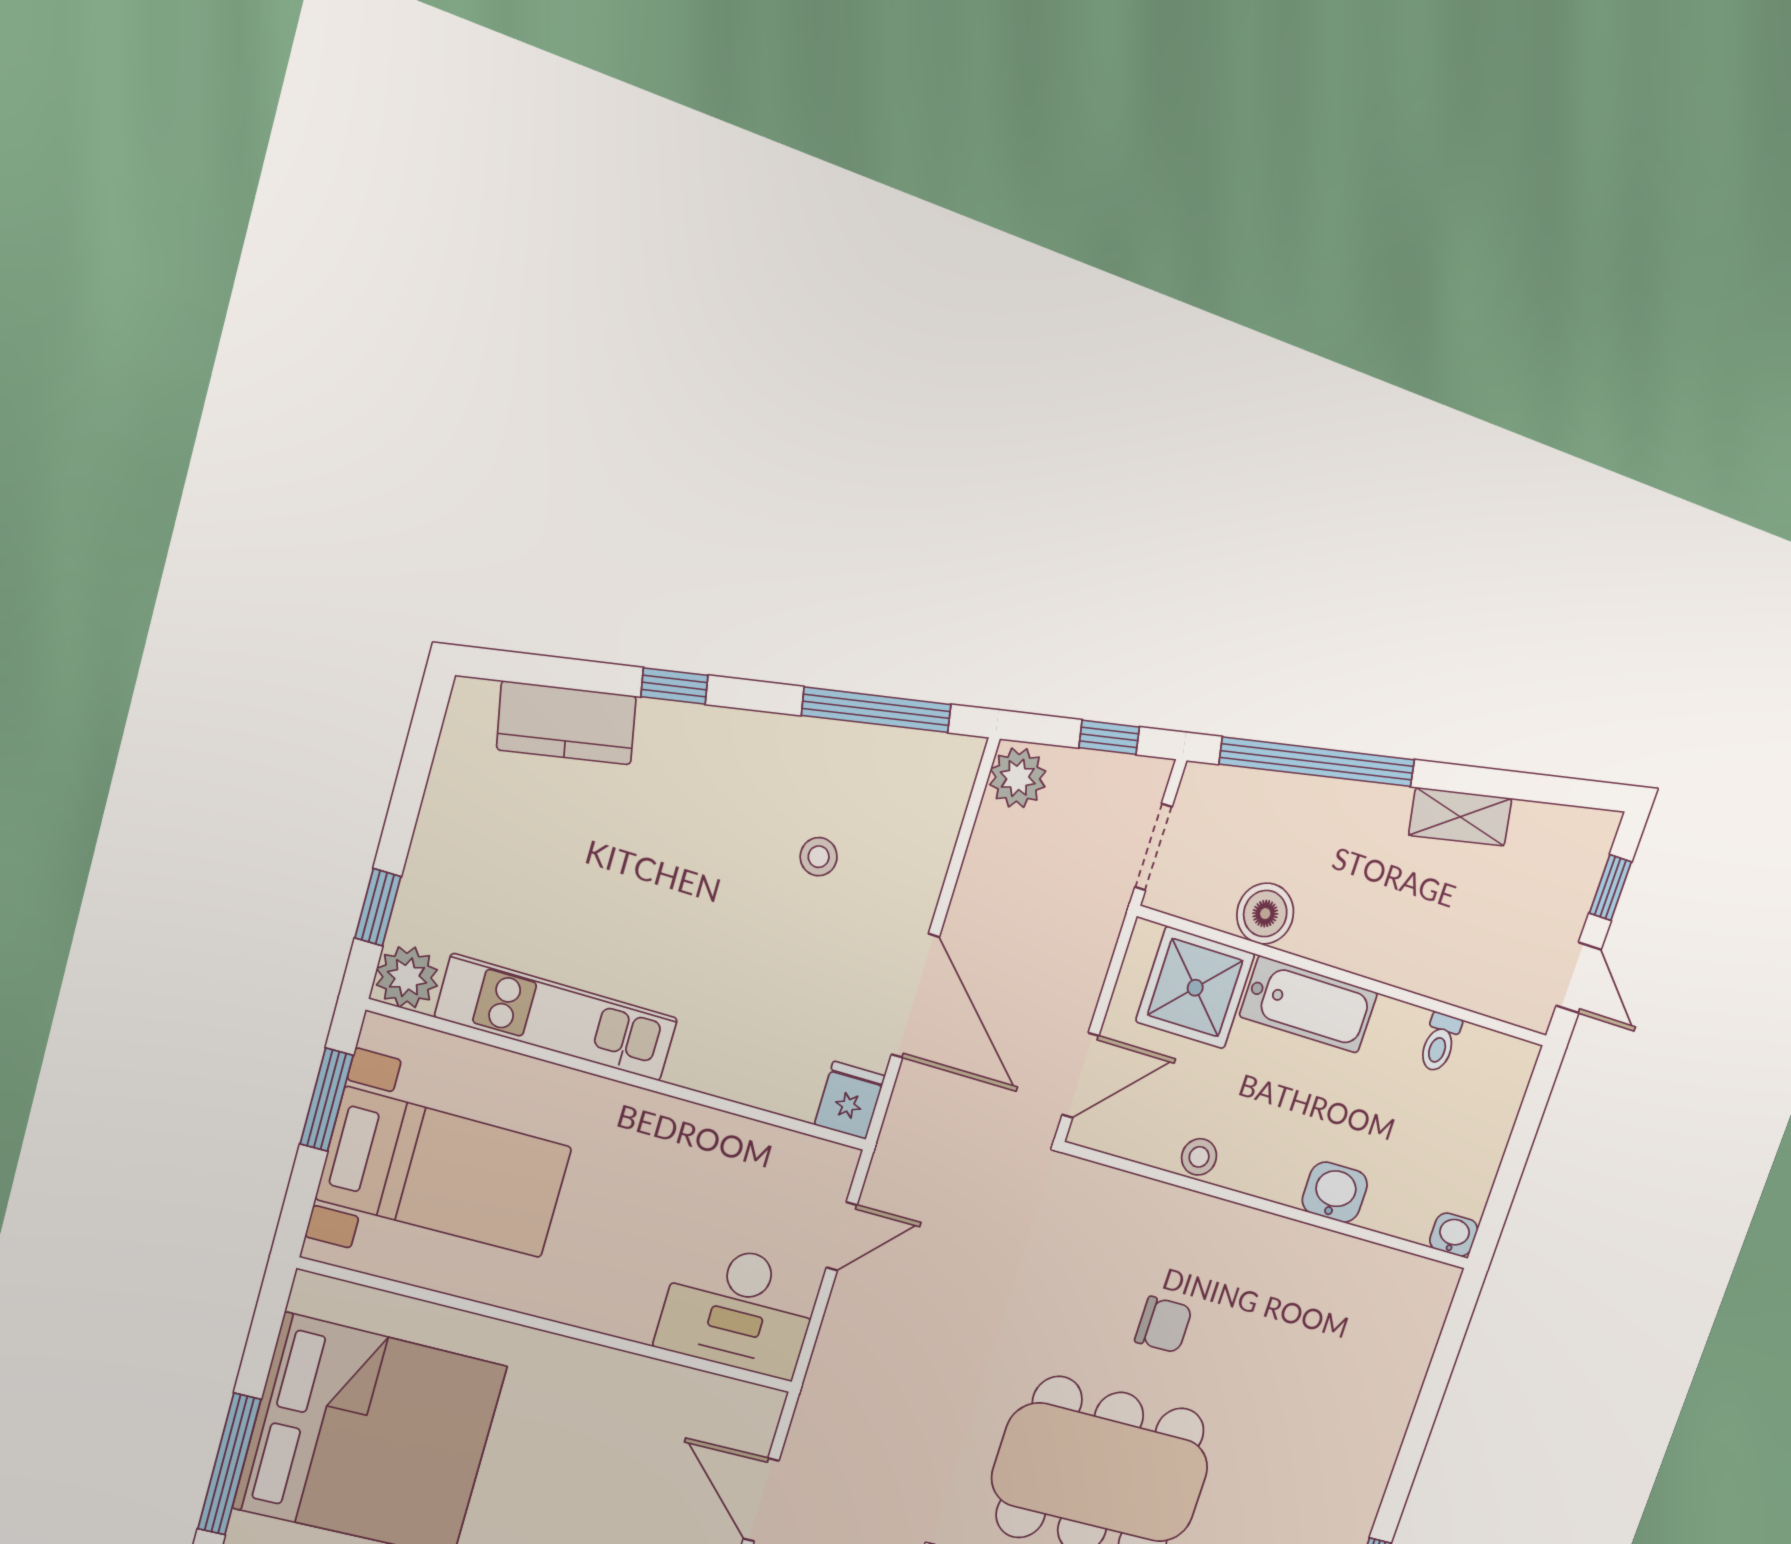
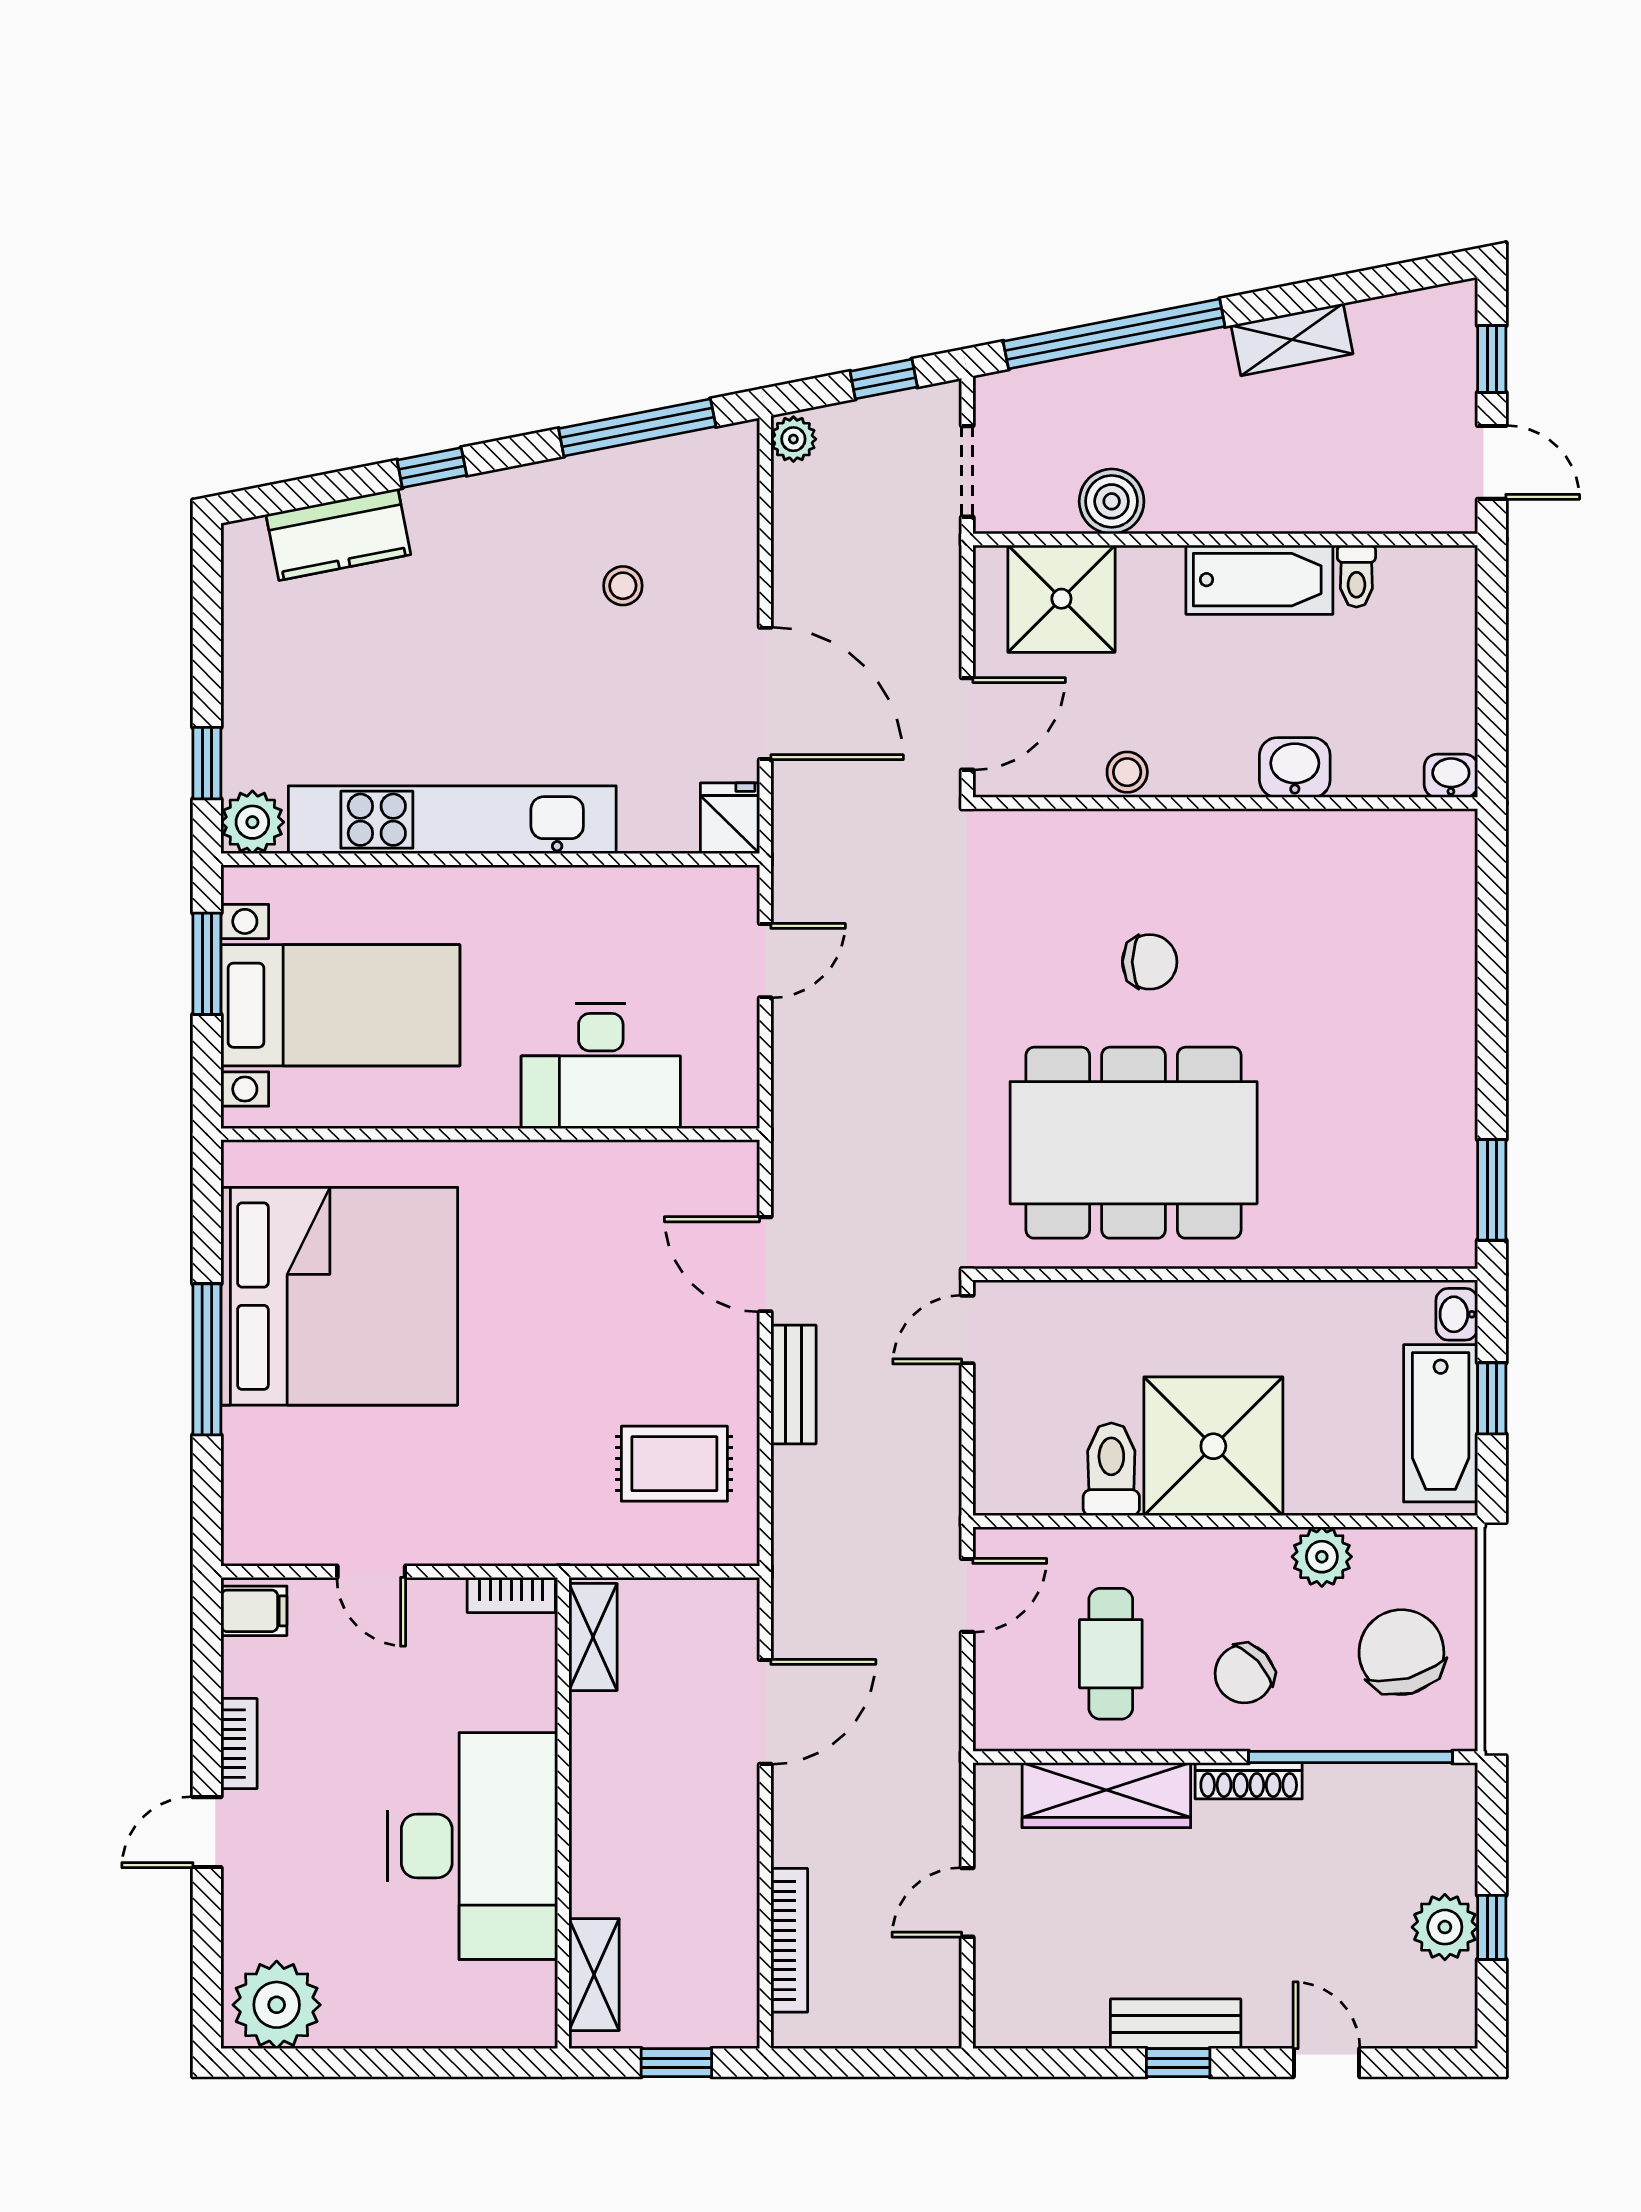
plant: (1018, 778) -> (793, 439), width x0.73, depth x0.73
bathtub: (1309, 1005) -> (1259, 580), moved
kitchen unit: (557, 1018) -> (452, 820), width x1.36
desk: (739, 1309) -> (601, 1066), moved

